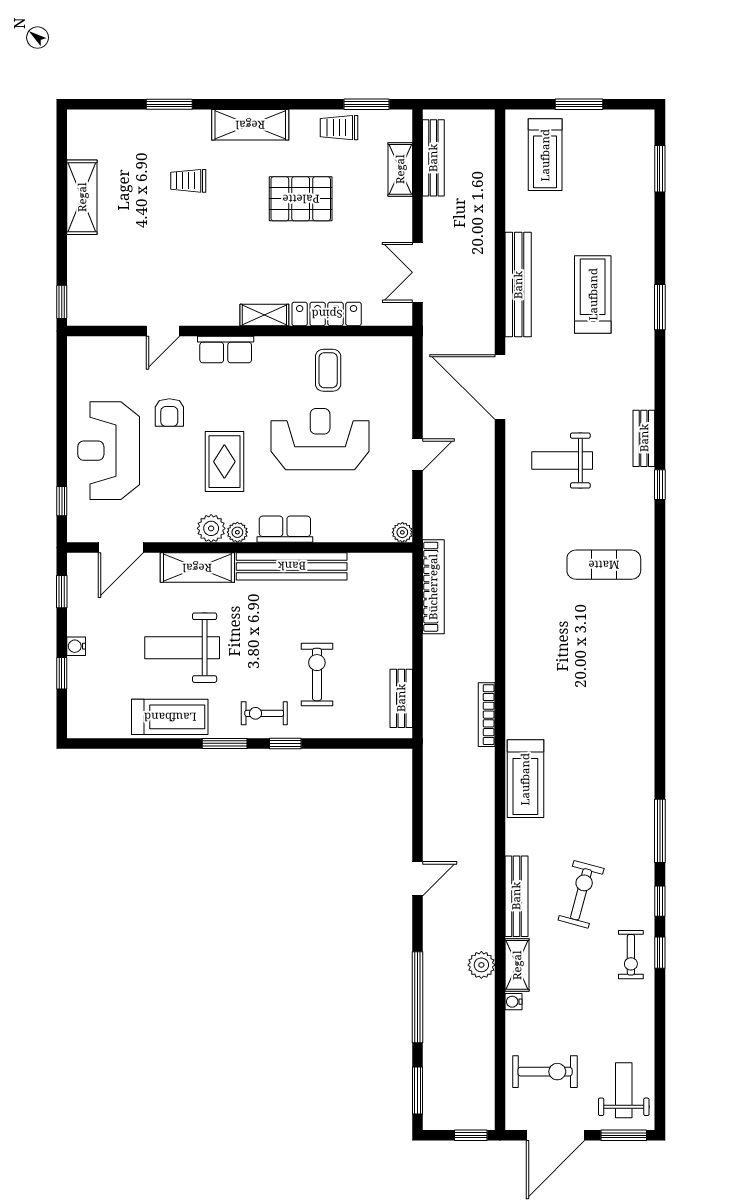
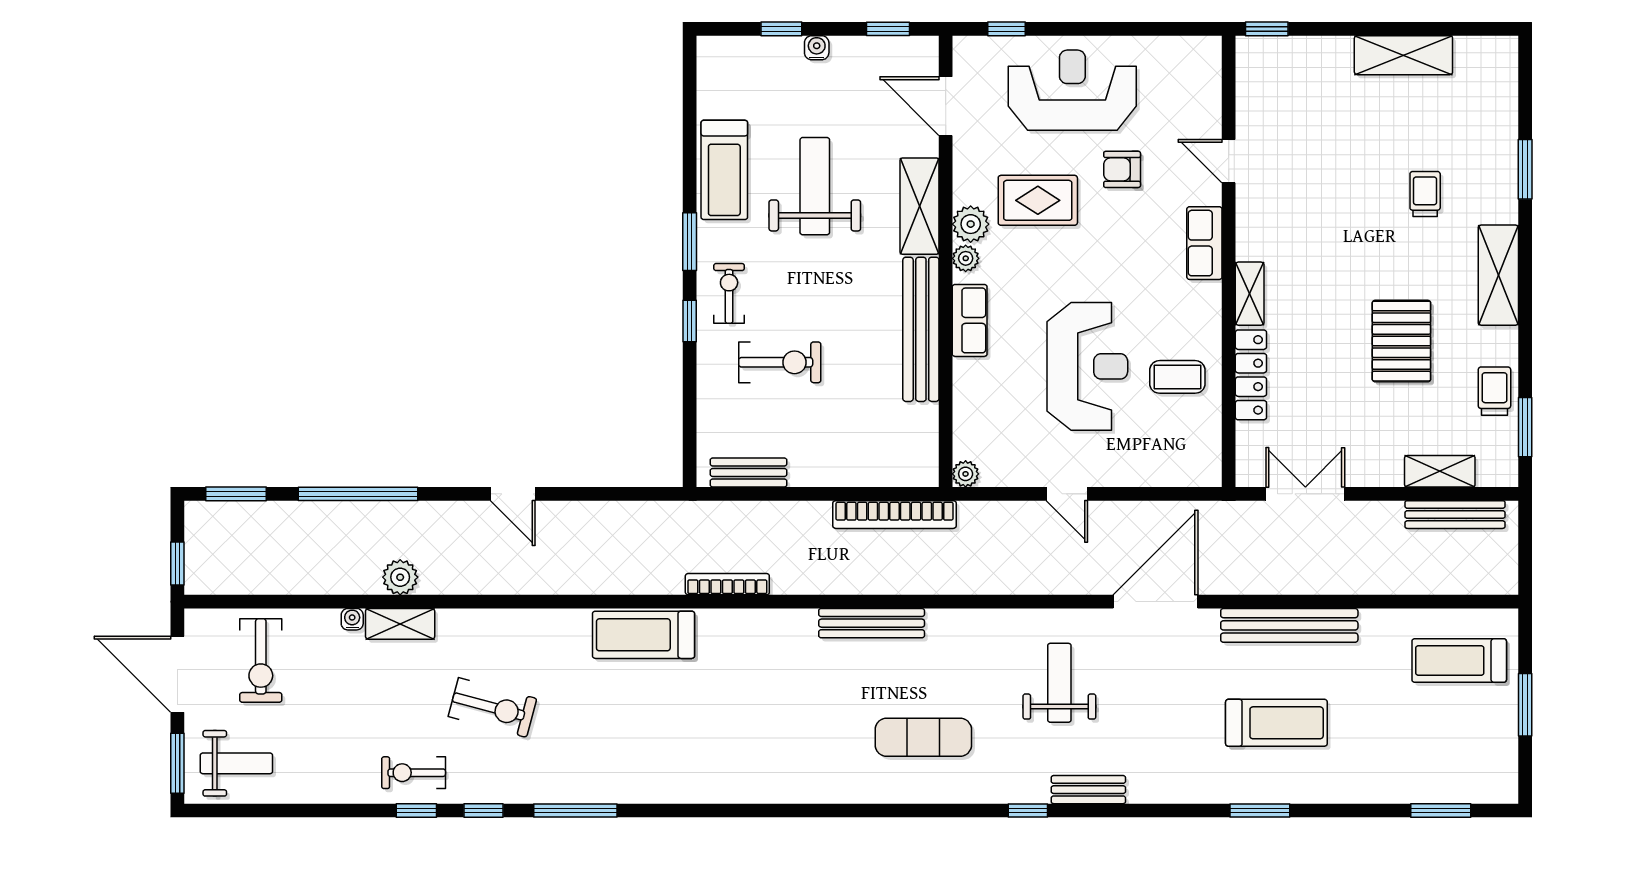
rug: (224, 462) -> (1038, 200), moved
exercise mat: (604, 565) -> (923, 737), turned 90
bench: (516, 896) -> (872, 623), moved

